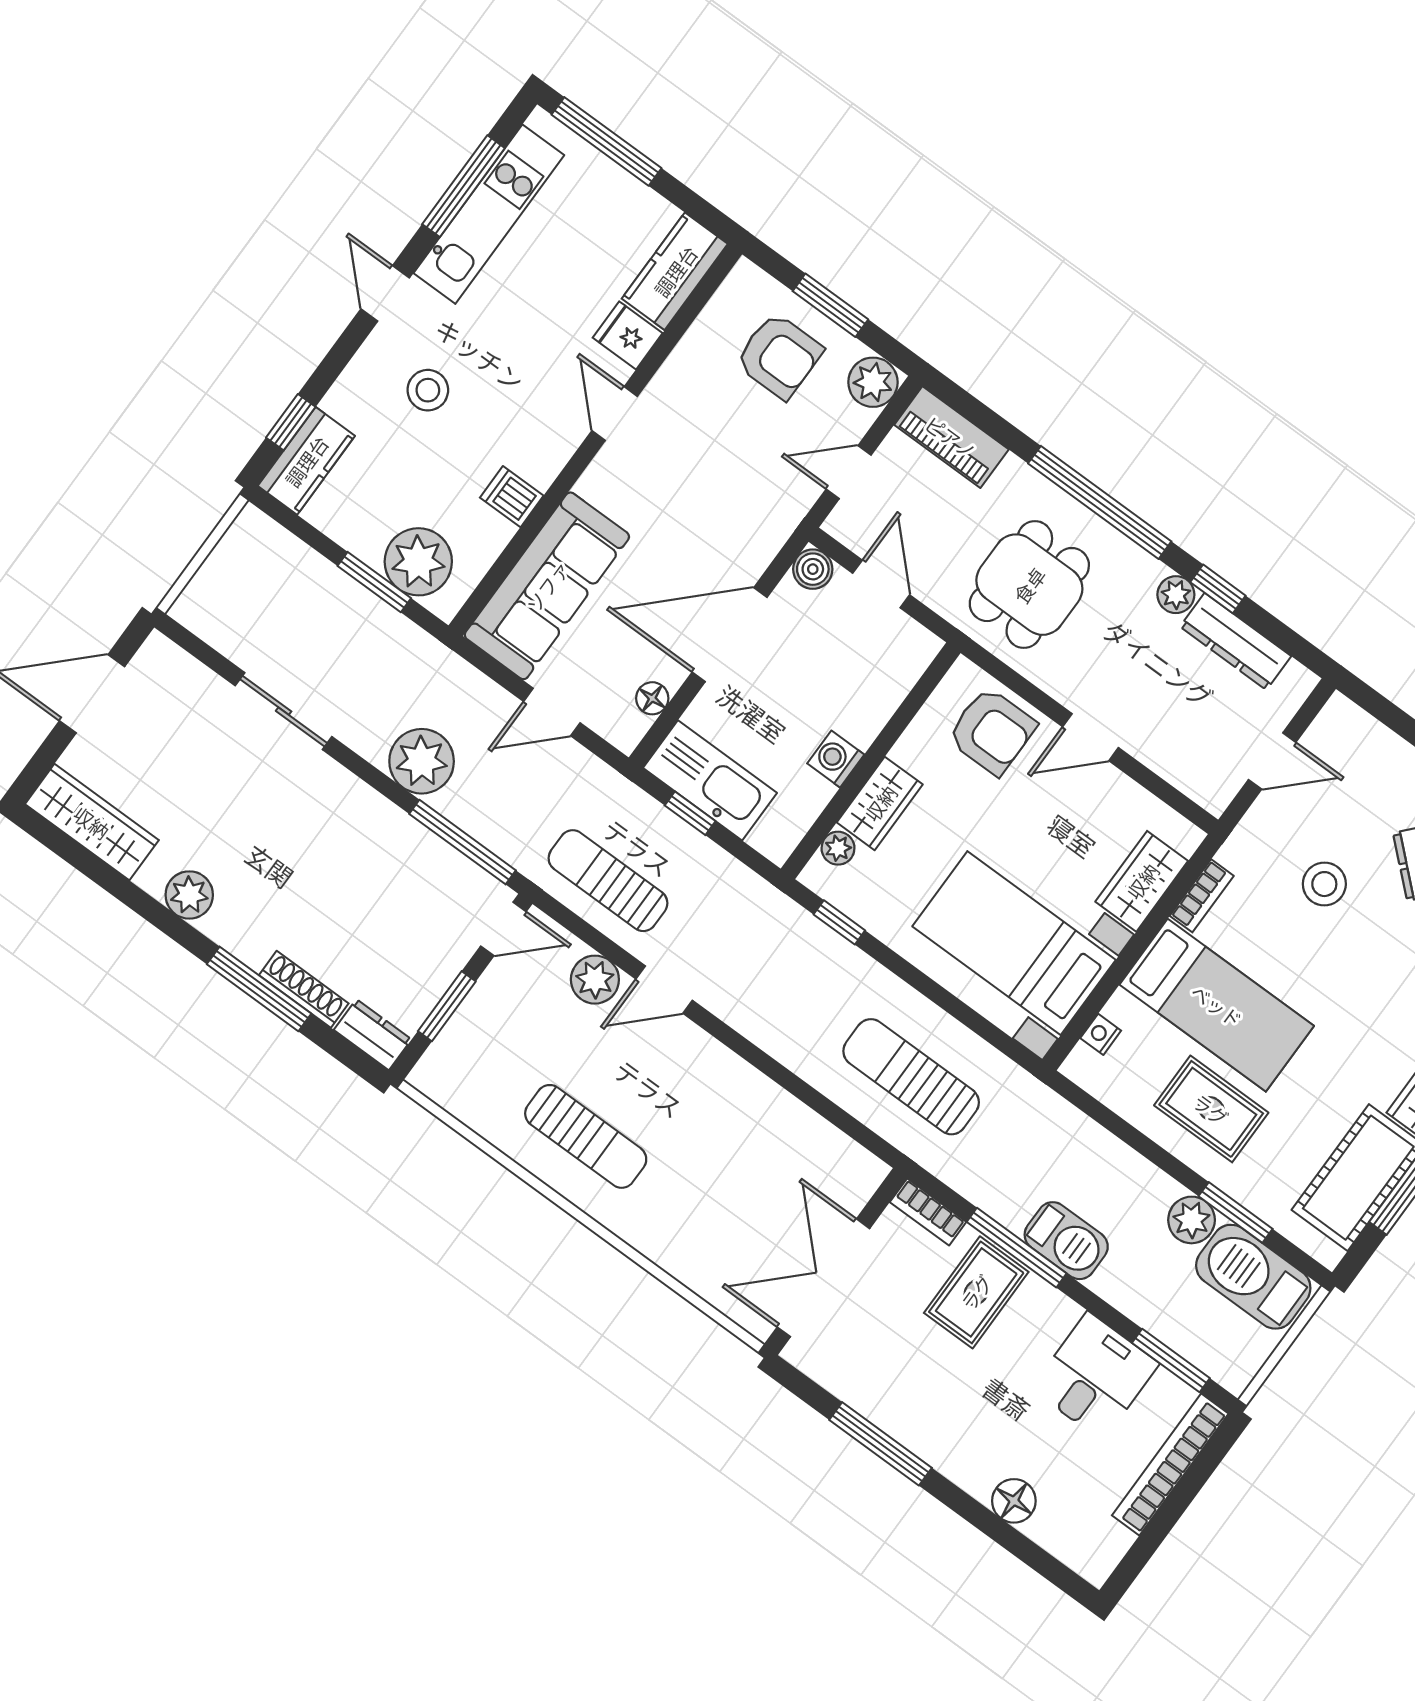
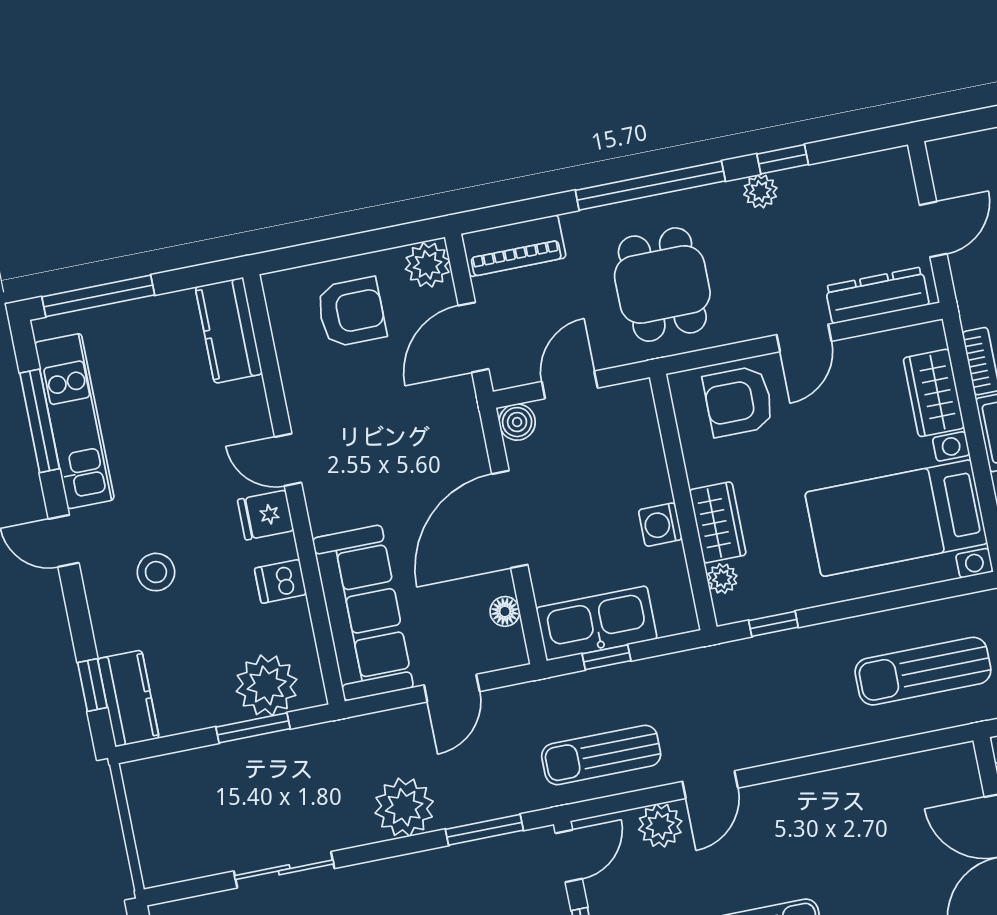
window: (830, 305) -> (349, 246), removed
fridge: (628, 335) -> (266, 515), moved
door: (849, 472) -> (473, 337), width x1.38
door: (881, 584) -> (570, 385), hinge flipped
dresser: (1235, 641) -> (877, 295), moved, turned 180
armchair: (992, 731) -> (738, 401), turned 180
window: (462, 842) -> (484, 830), width x0.69

